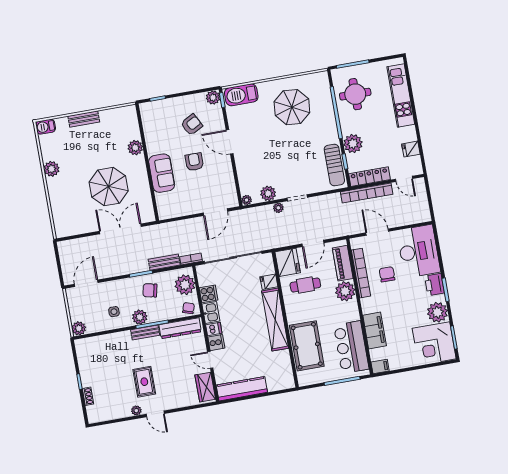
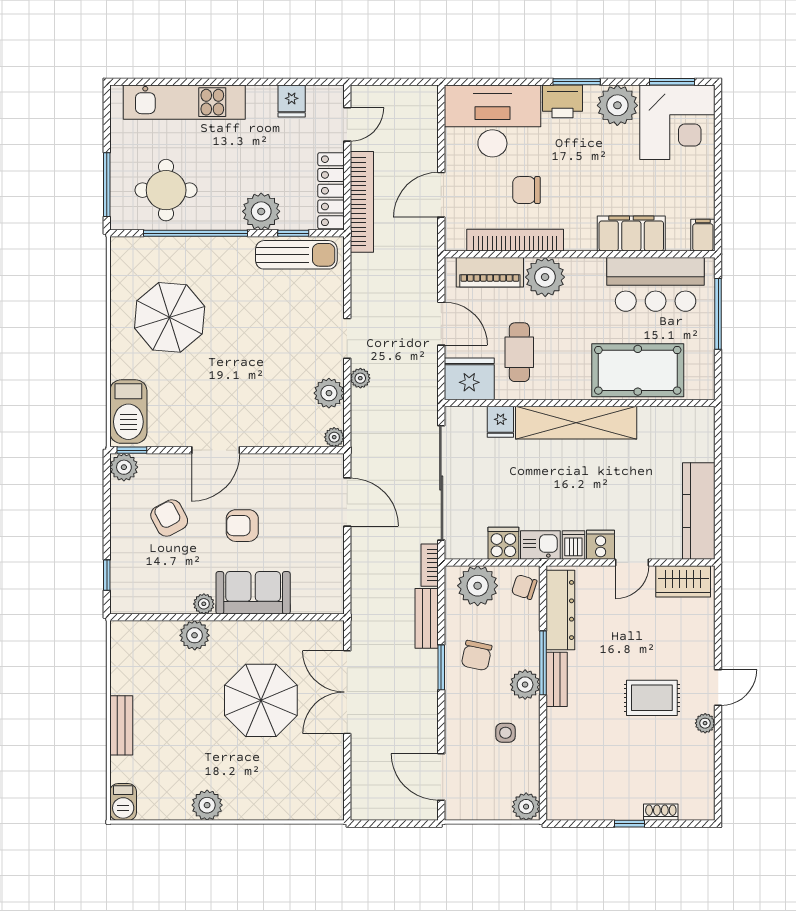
plant: (152, 149) -> (204, 604), added

